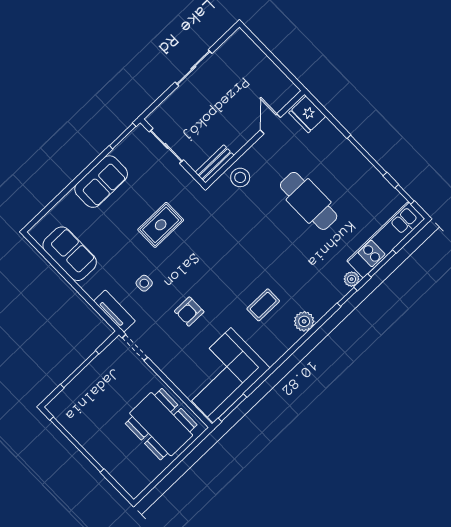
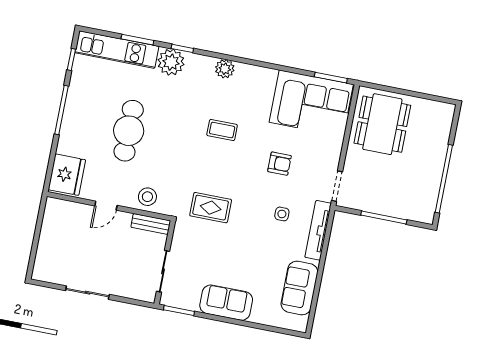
fridge: (307, 114) -> (67, 175), width x1.36, depth x1.34
door: (270, 124) -> (106, 206), moved
rug: (161, 225) -> (211, 208), moved
plant: (352, 279) -> (171, 62), width x1.88, depth x1.88
coffee table: (263, 305) -> (222, 130), moved
tv unit: (114, 311) -> (318, 230), width x1.41

